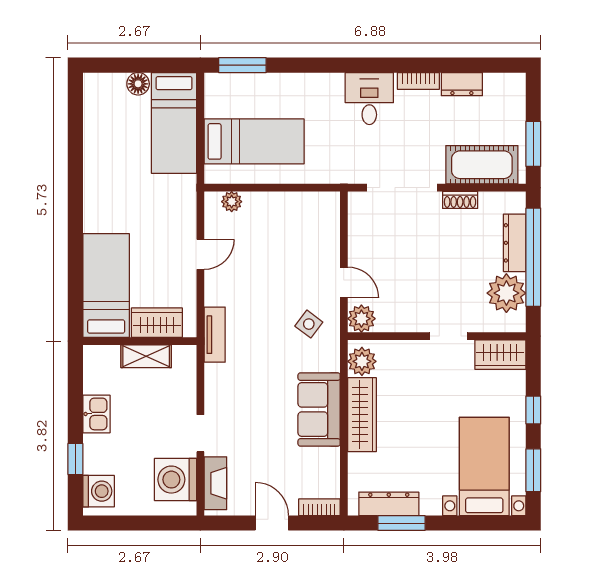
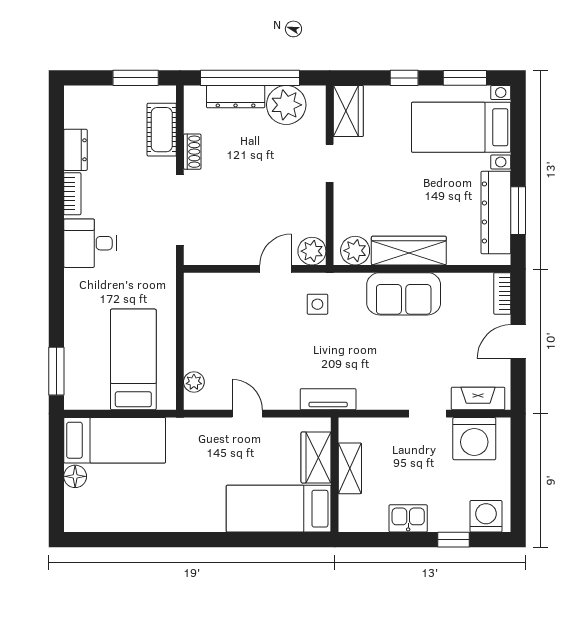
cot: (482, 165) -> (162, 130), width x0.73, depth x0.75
side table: (309, 324) -> (317, 304), turned -37
dresser: (389, 504) -> (496, 212), width x1.37, depth x1.24

